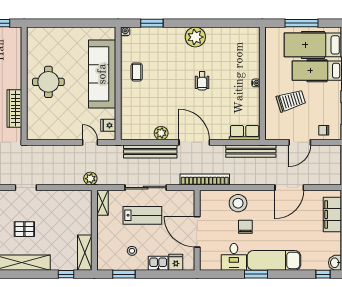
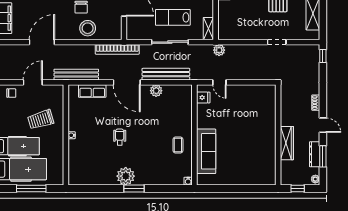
window: (152, 23) -> (134, 188), moved
sofa: (102, 74) -> (206, 151), width x0.74, depth x0.79
round table: (48, 82) -> (257, 136), removed
wardrobe: (14, 108) -> (287, 143), moved
row of seats: (245, 133) -> (92, 91), moved

